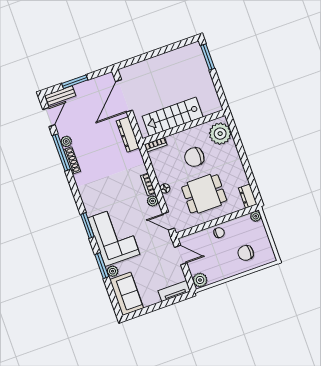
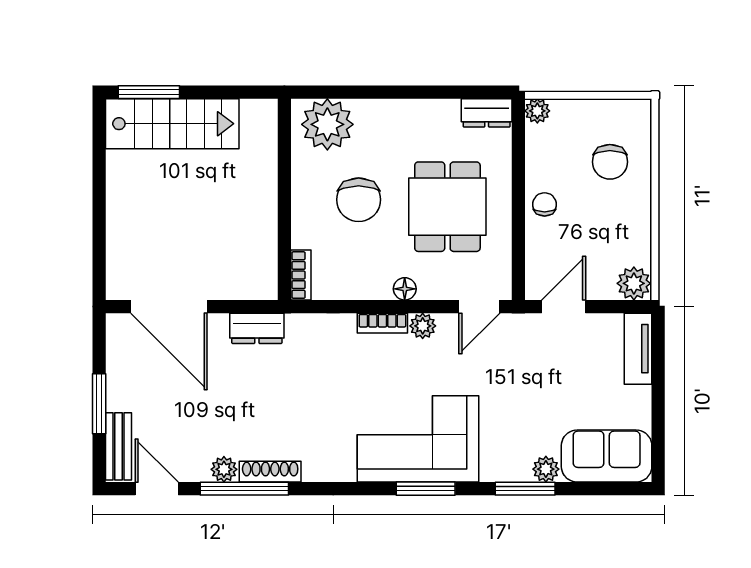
stairs: (173, 117) -> (172, 124), moved, turned -90
dresser: (128, 134) -> (257, 328), width x0.70
corner sofa: (114, 236) -> (418, 439), moved

